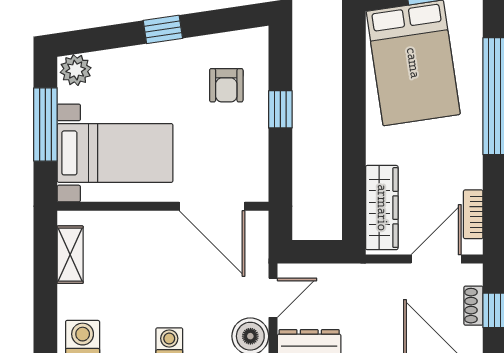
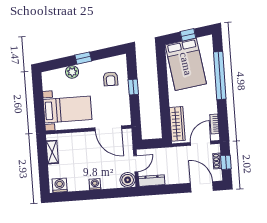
plant: (76, 70) -> (72, 72), moved
window: (45, 124) -> (38, 100), removed

